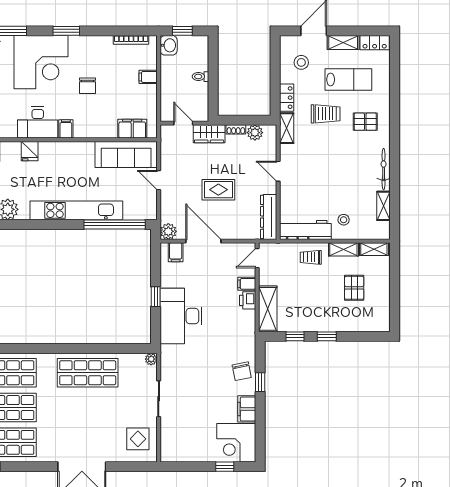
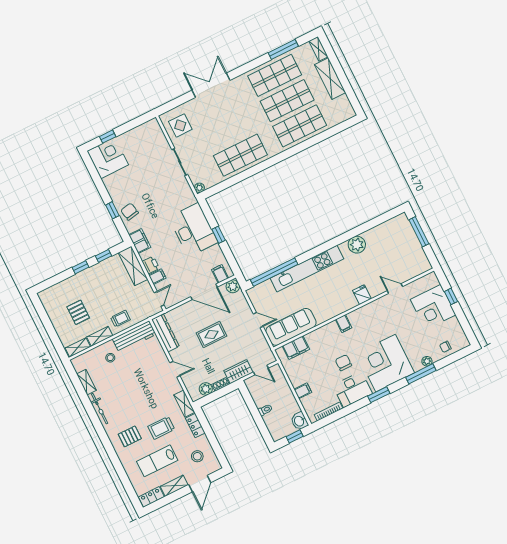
desk: (38, 123) -> (353, 389), moved, turned 180
filing cabinet: (247, 409) -> (140, 241), moved

